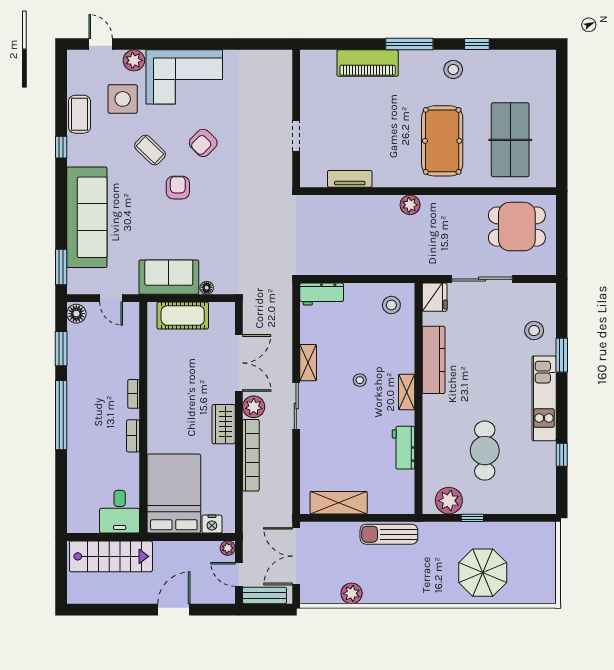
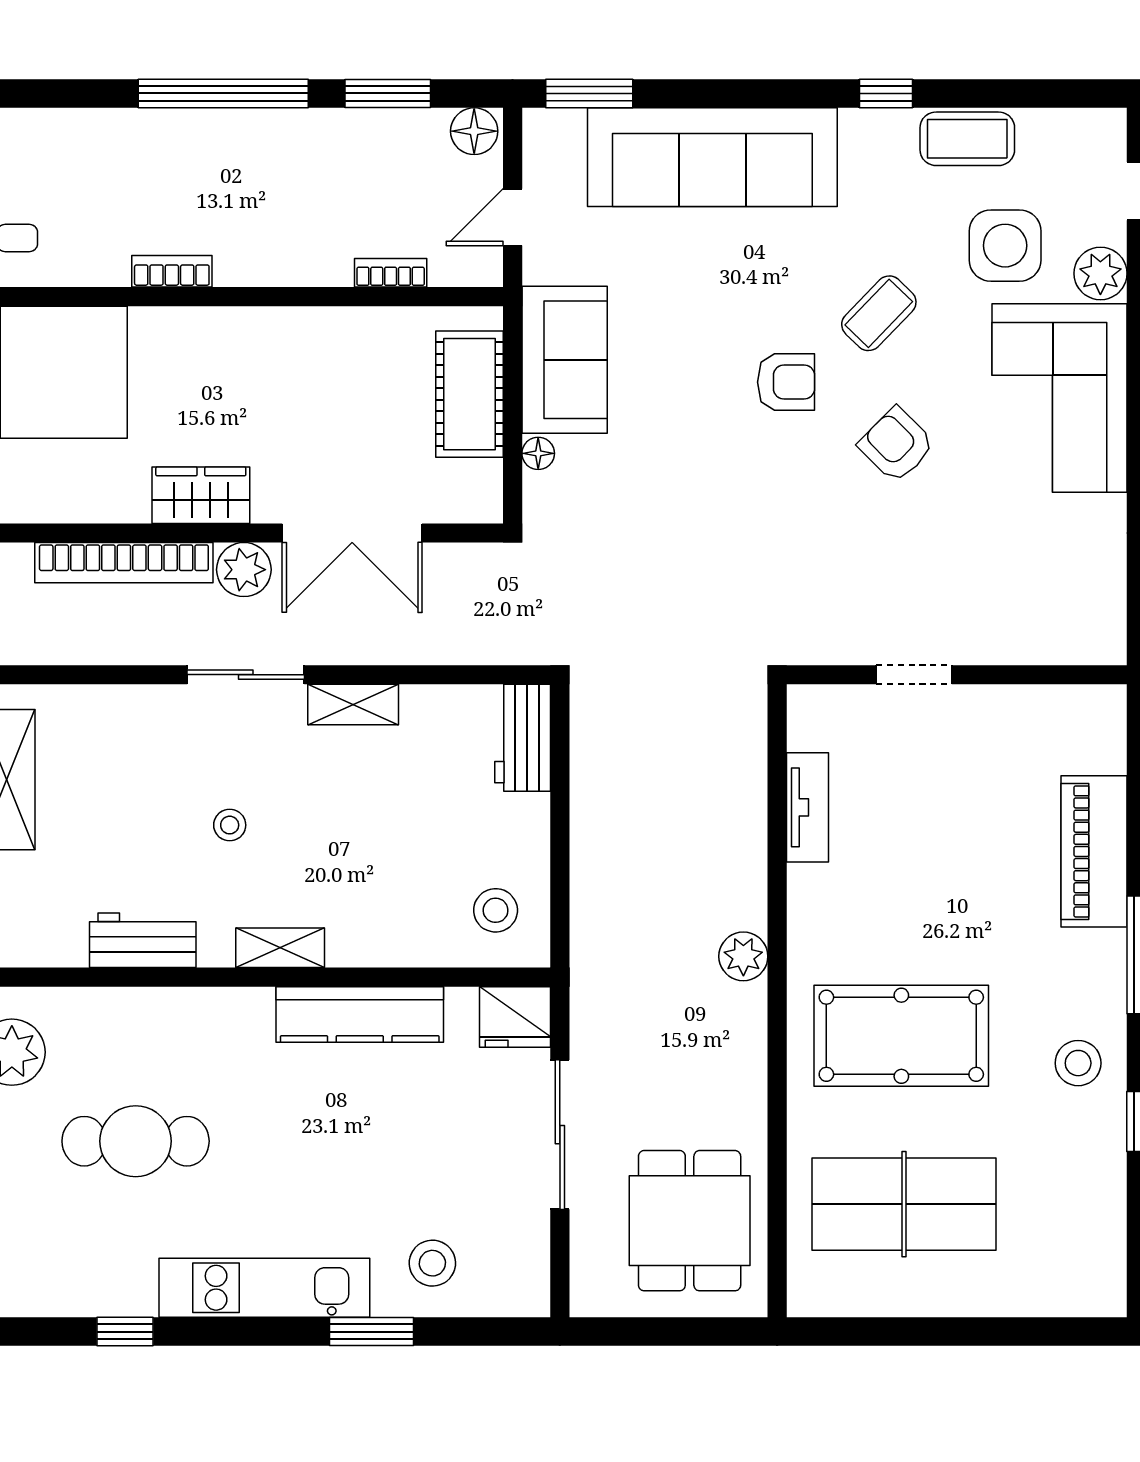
stool: (360, 380) -> (230, 825), moved
bookcase: (134, 394) -> (391, 273), moved

